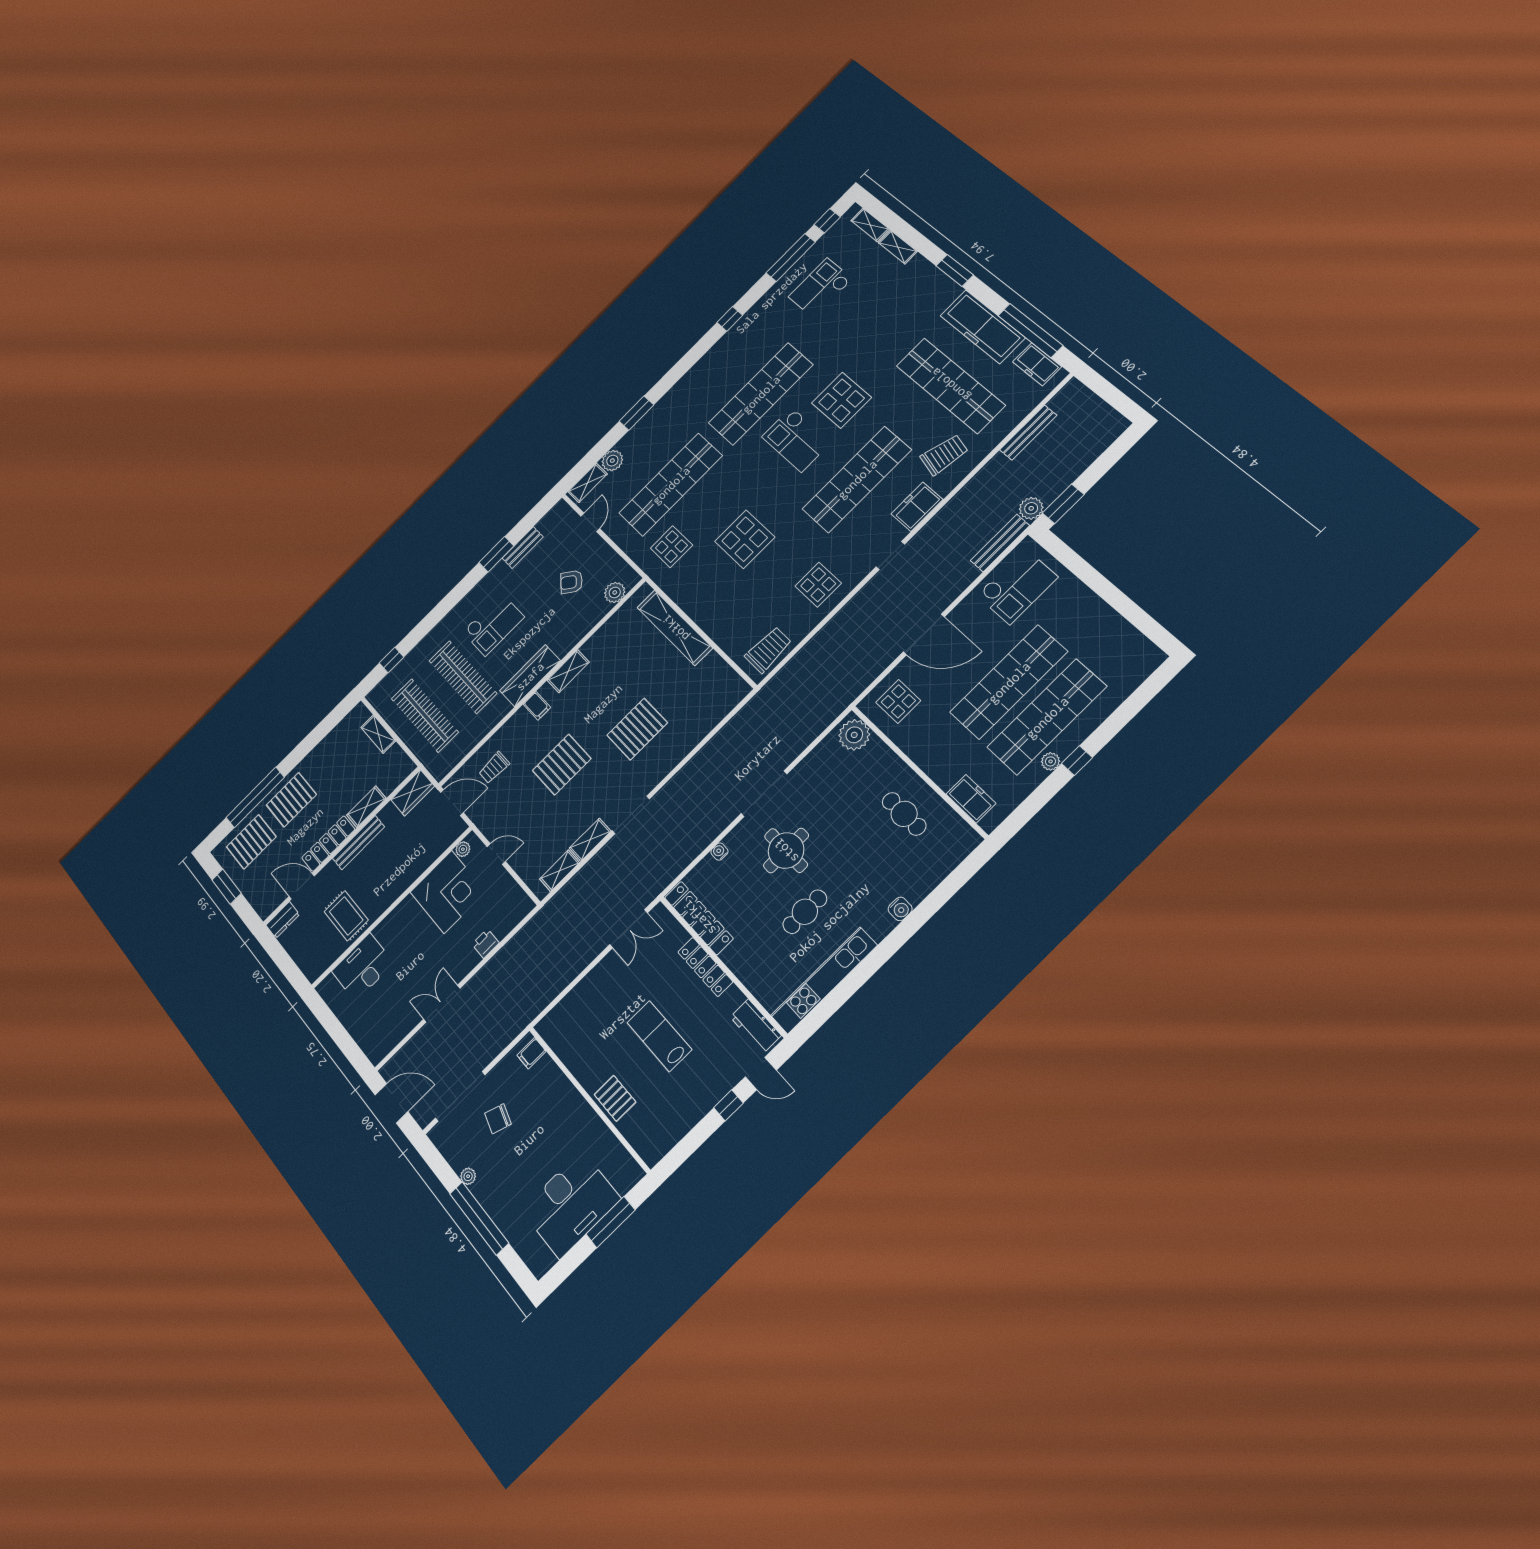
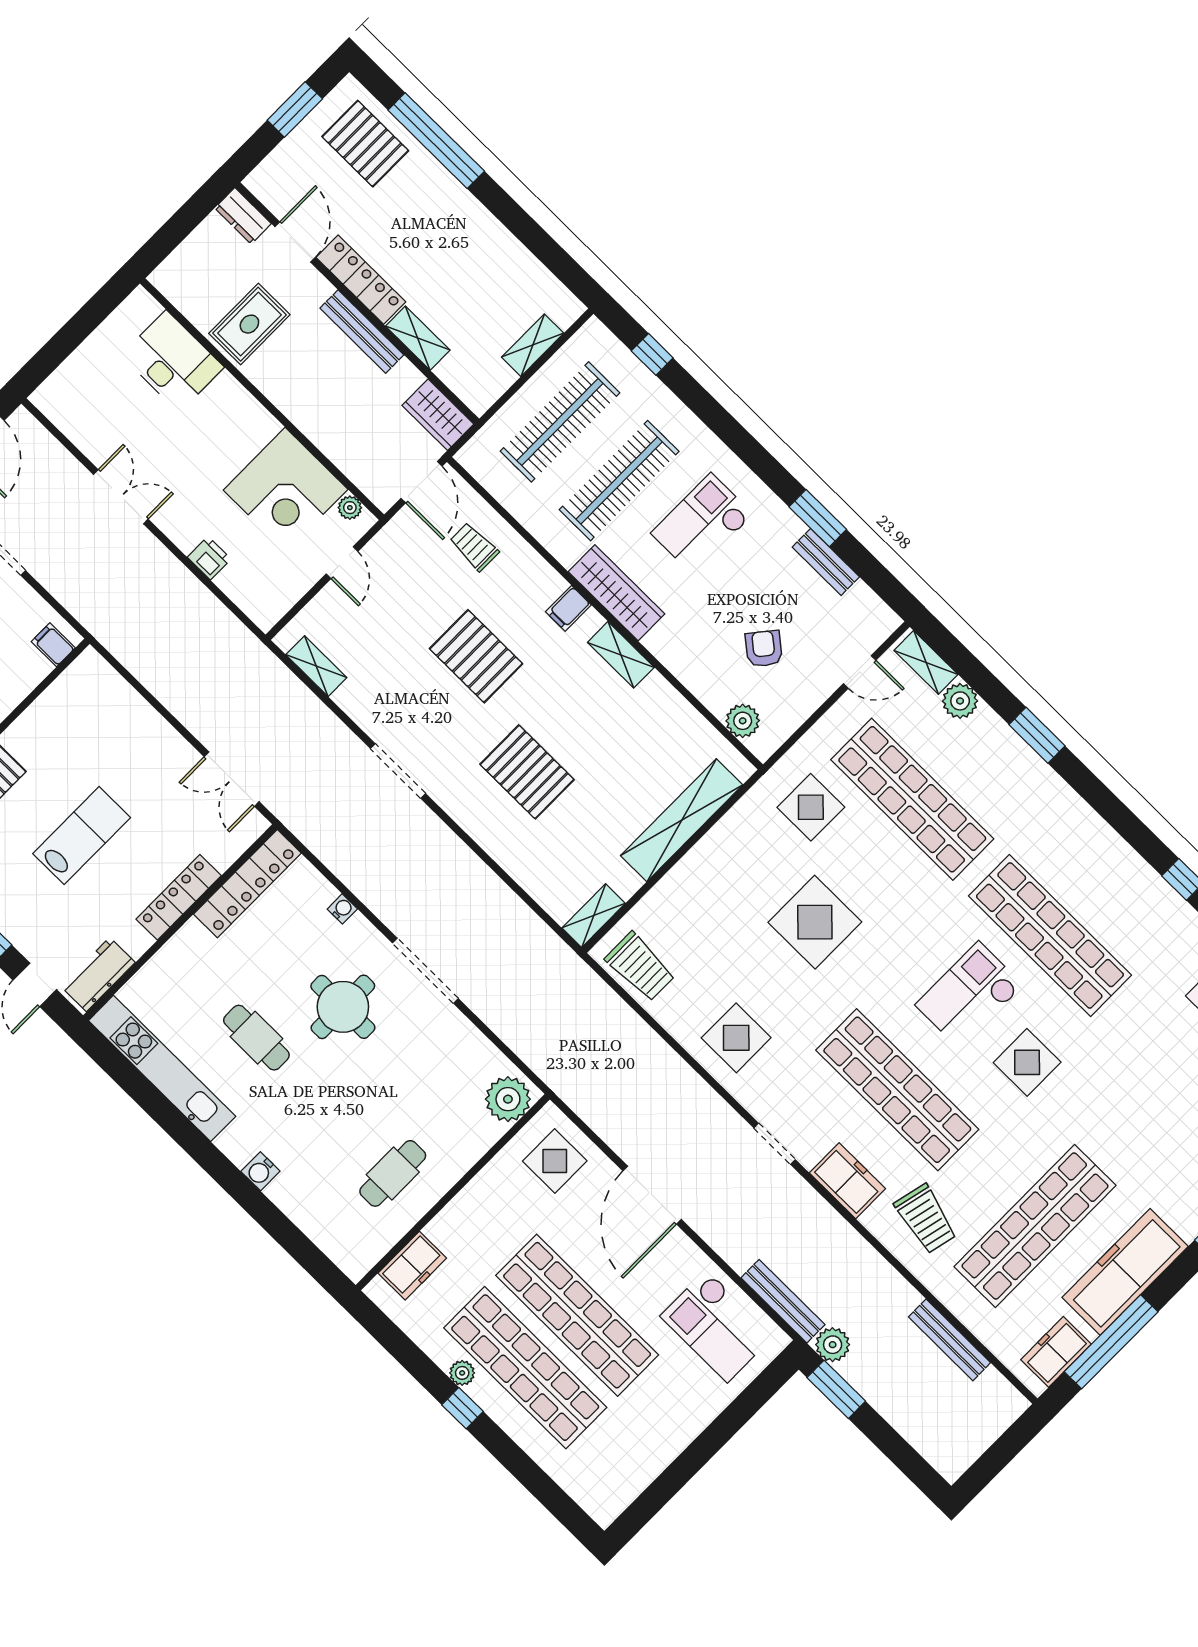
display table: (842, 400) -> (1027, 1062), width x0.73, depth x0.73
checkout: (493, 624) -> (702, 524), turned 90
pallet: (291, 800) -> (431, 206), removed
shelving: (590, 840) -> (594, 916), moved, turned 90

